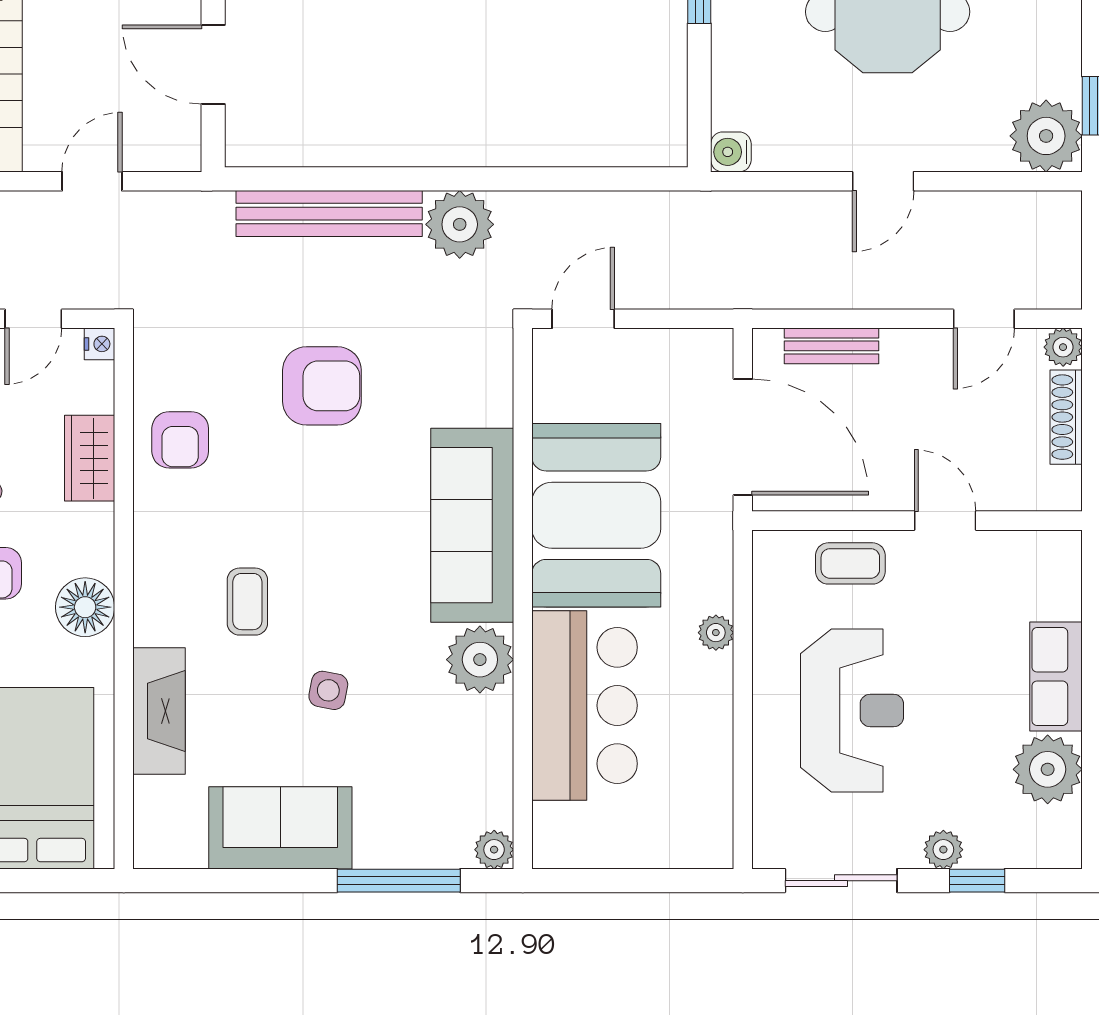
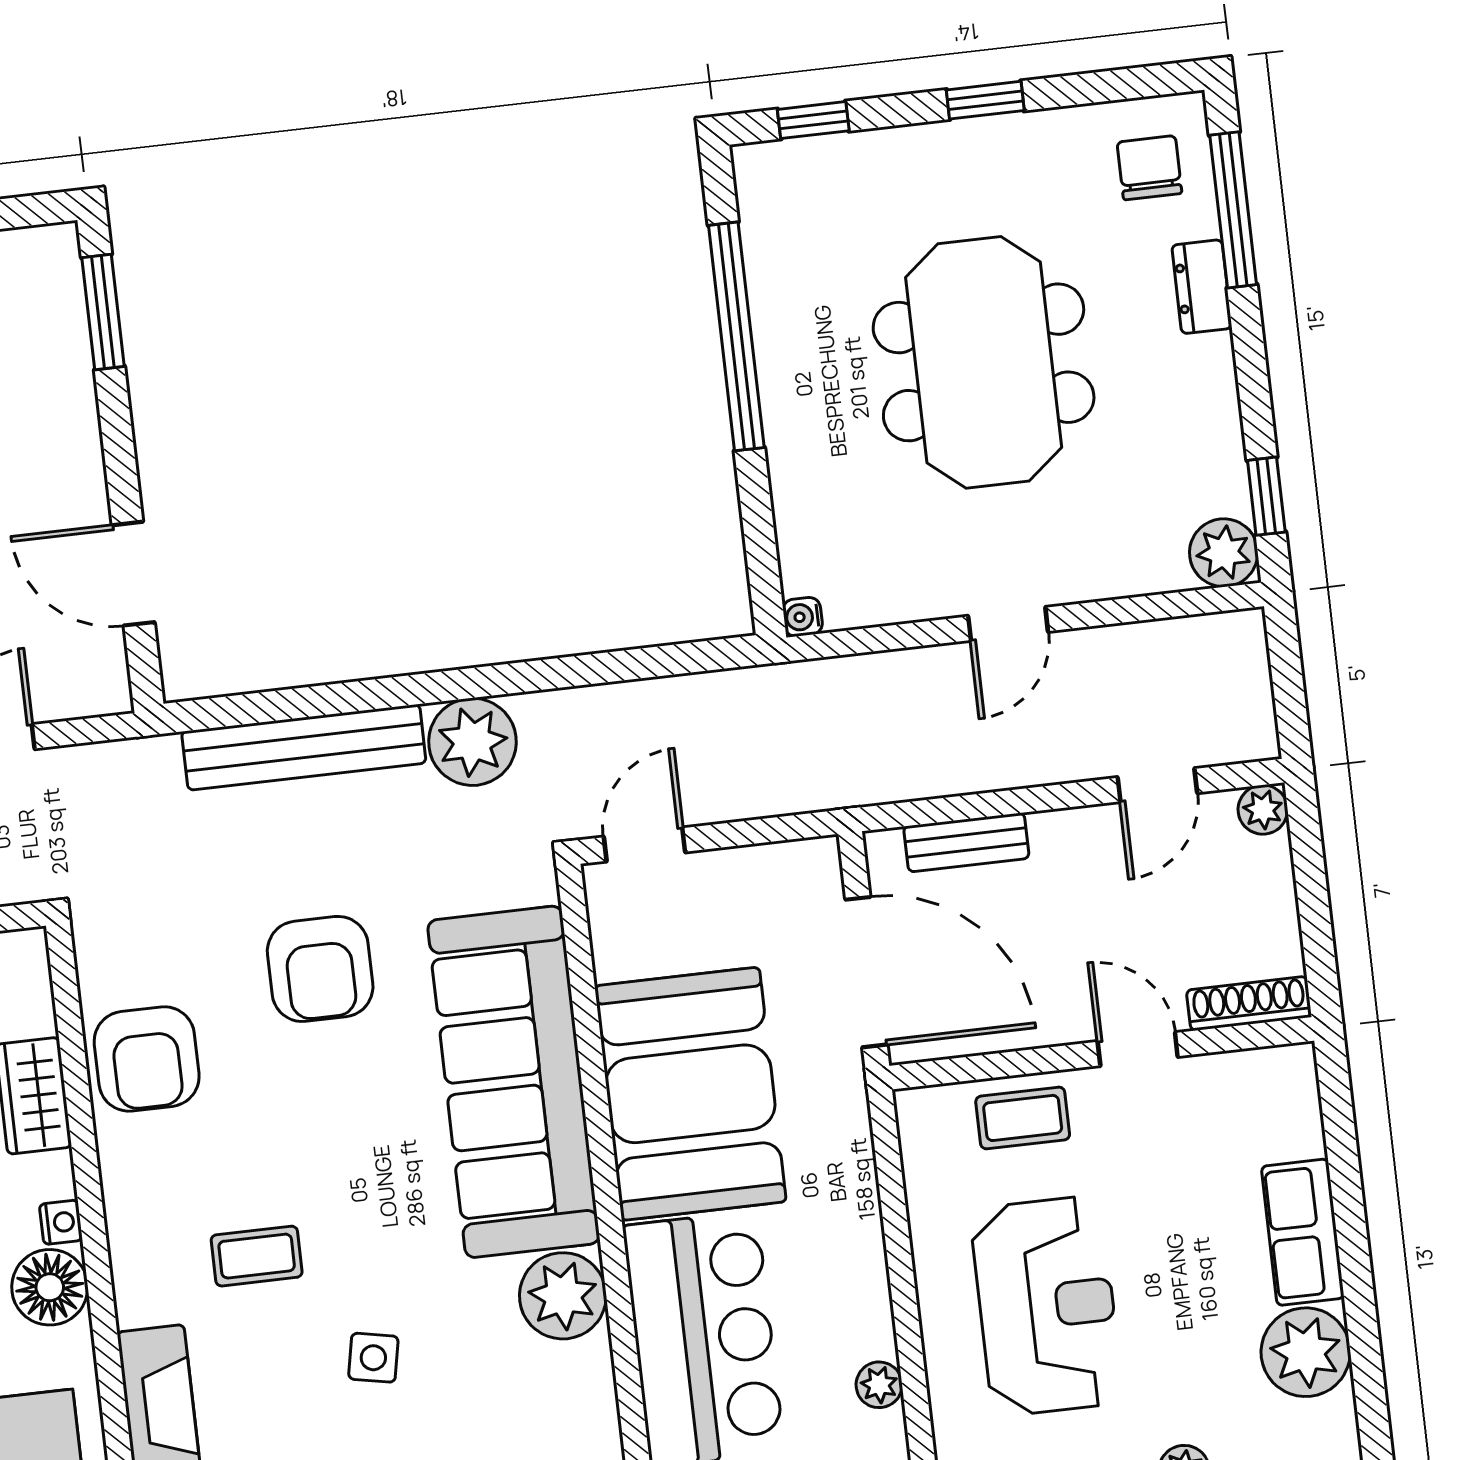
plant: (1046, 136) -> (1224, 553), width x0.73, depth x0.73
water cooler: (731, 152) -> (803, 617), width x0.72, depth x0.72
nightstand: (99, 344) -> (61, 1222), moved
armchair: (322, 386) -> (320, 969), turned 90
shoe rack: (1066, 417) -> (1249, 1003), moved, turned 90
armchair: (180, 440) -> (147, 1059), width x1.38, depth x1.38
sofa: (472, 525) -> (514, 1082), width x1.36, depth x1.27
coffee table: (247, 602) -> (257, 1256), turned 90
plant: (716, 633) -> (879, 1385), moved

